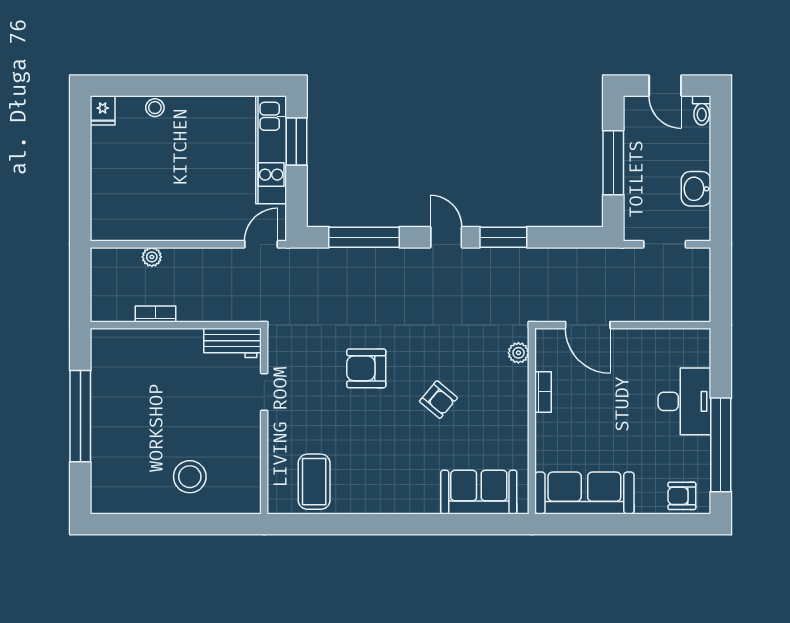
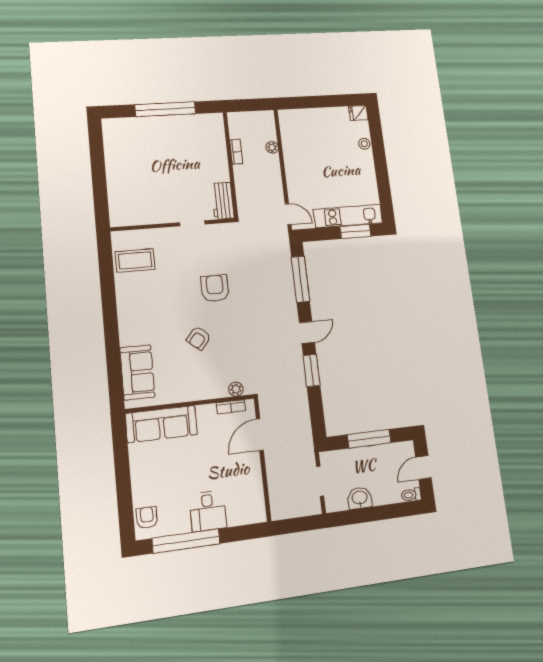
bookcase: (543, 392) -> (231, 407), moved
desk: (684, 401) -> (208, 511), width x0.73
stool: (190, 477) -> (131, 180), removed
sofa: (584, 493) -> (161, 424), moved, turned 90

